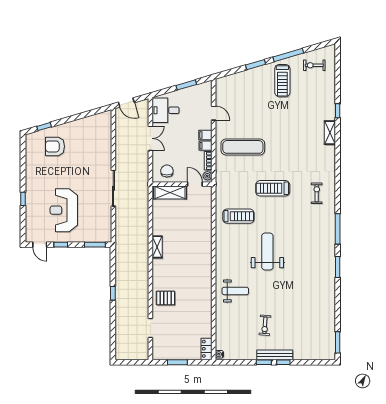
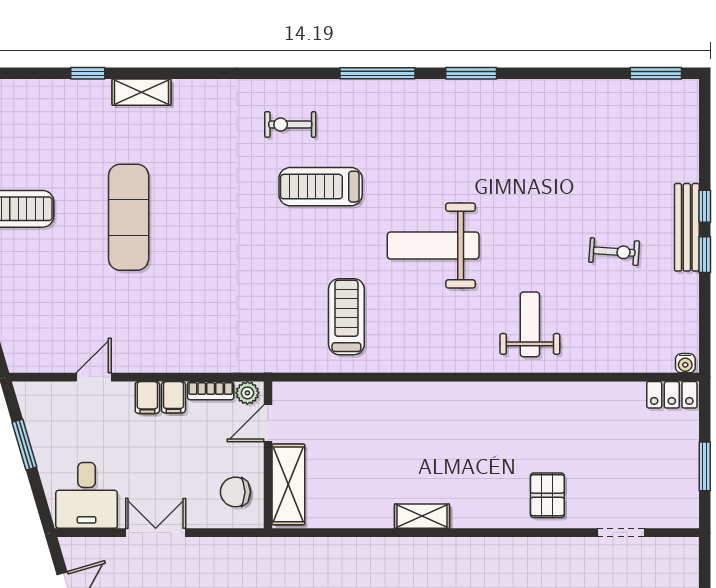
exercise mat: (243, 147) -> (129, 217), moved
treadmill: (273, 188) -> (321, 187), moved, turned 90

